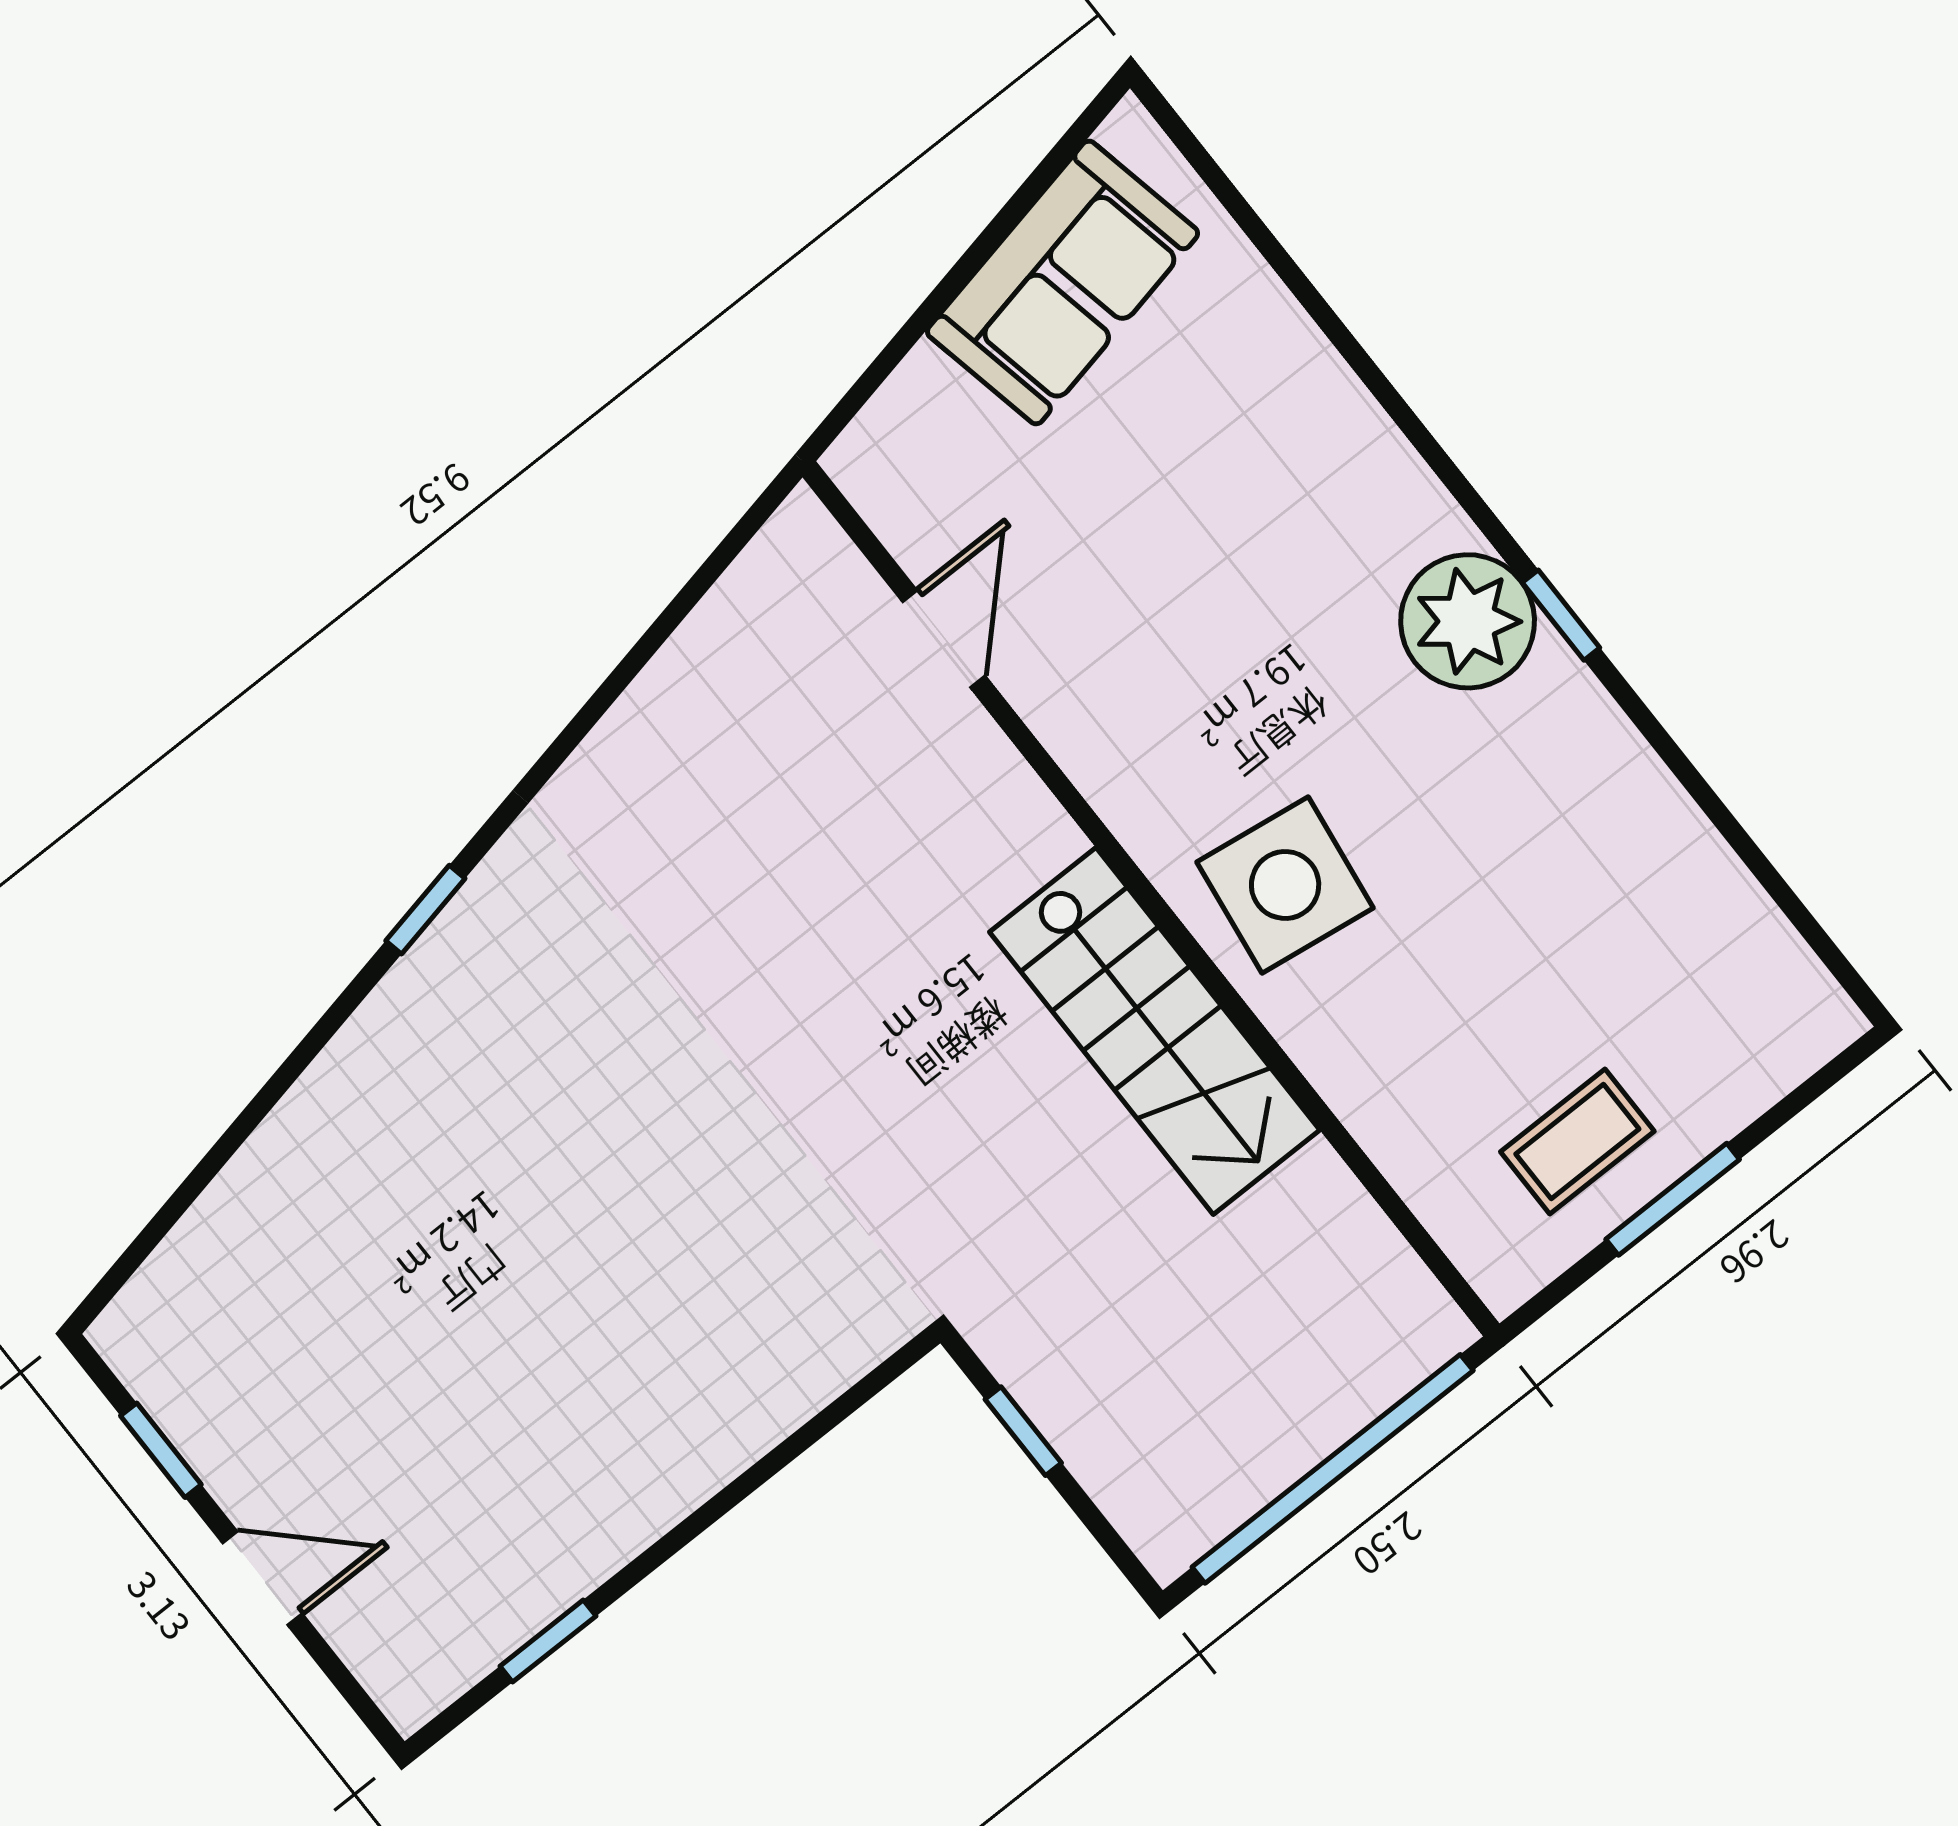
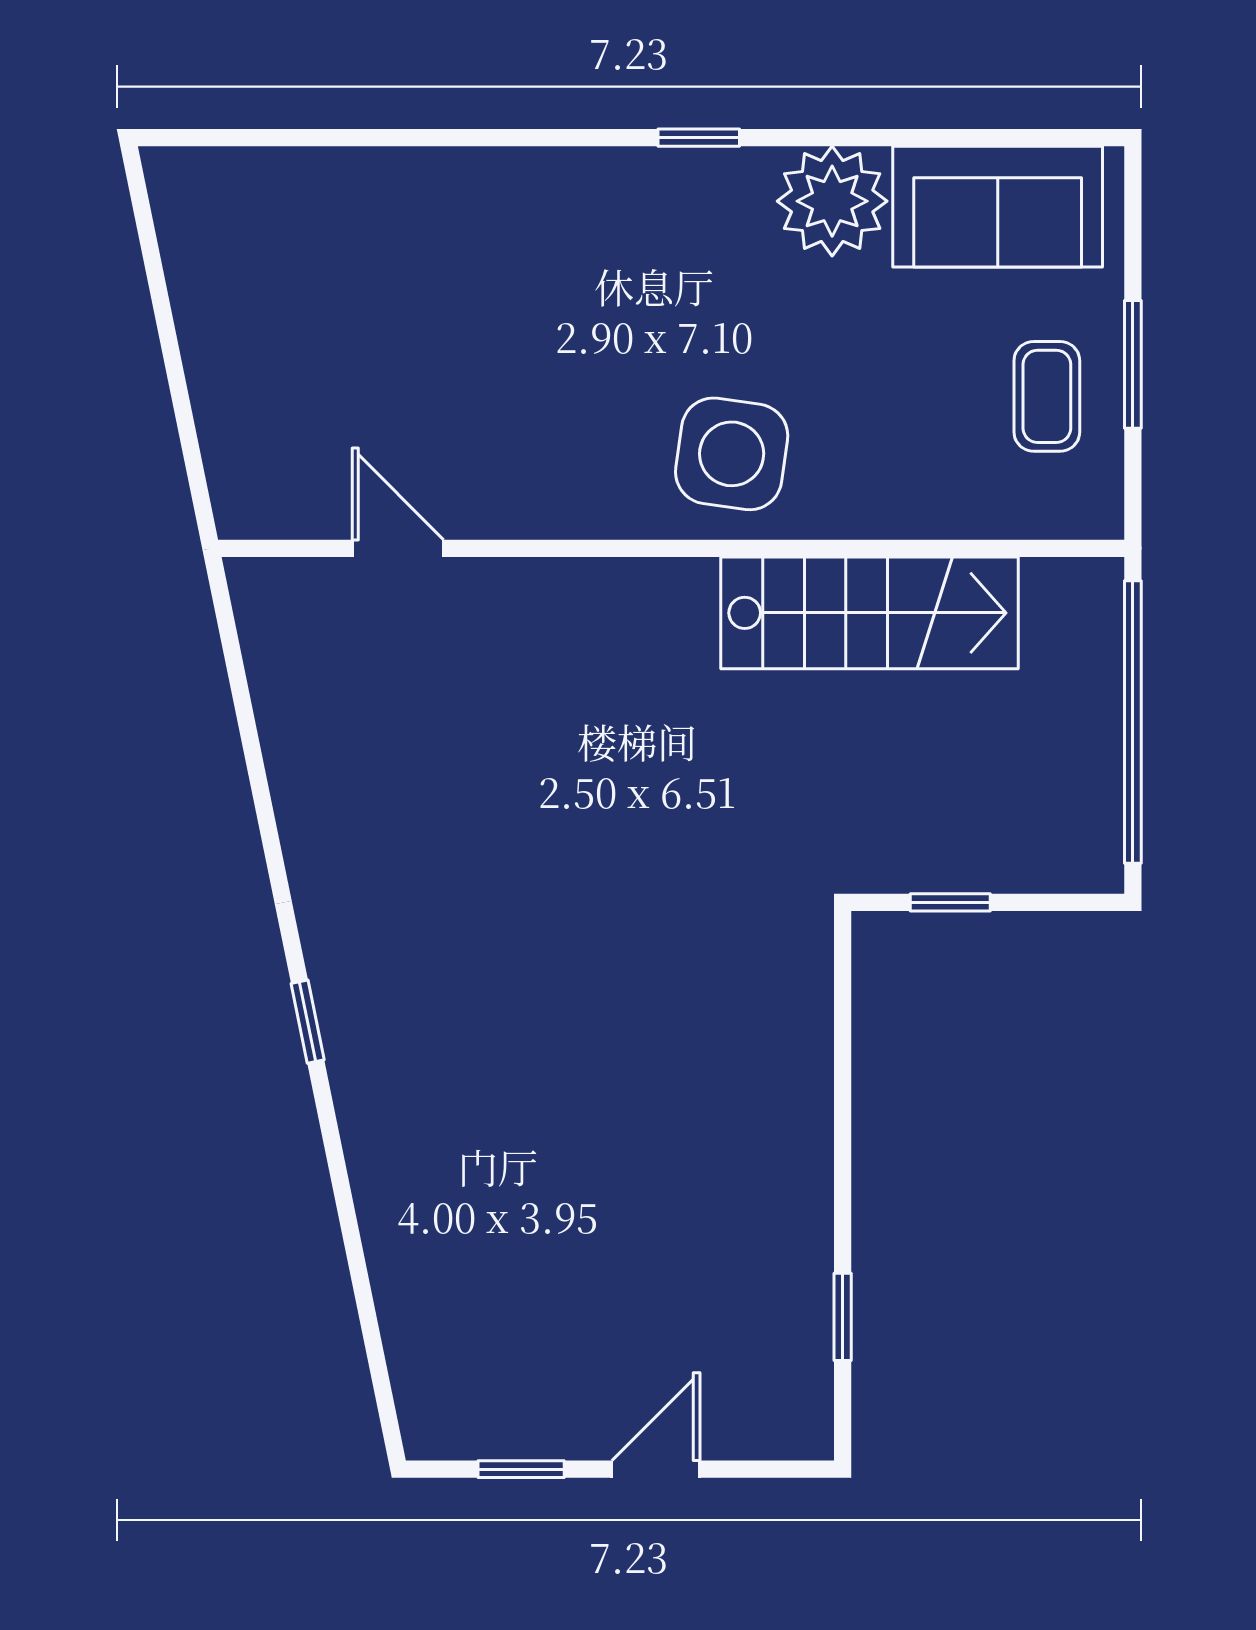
sofa: (1063, 282) -> (998, 207), moved, turned 102
plant: (1468, 621) -> (832, 201), moved
stairs: (1155, 1031) -> (869, 613), moved

